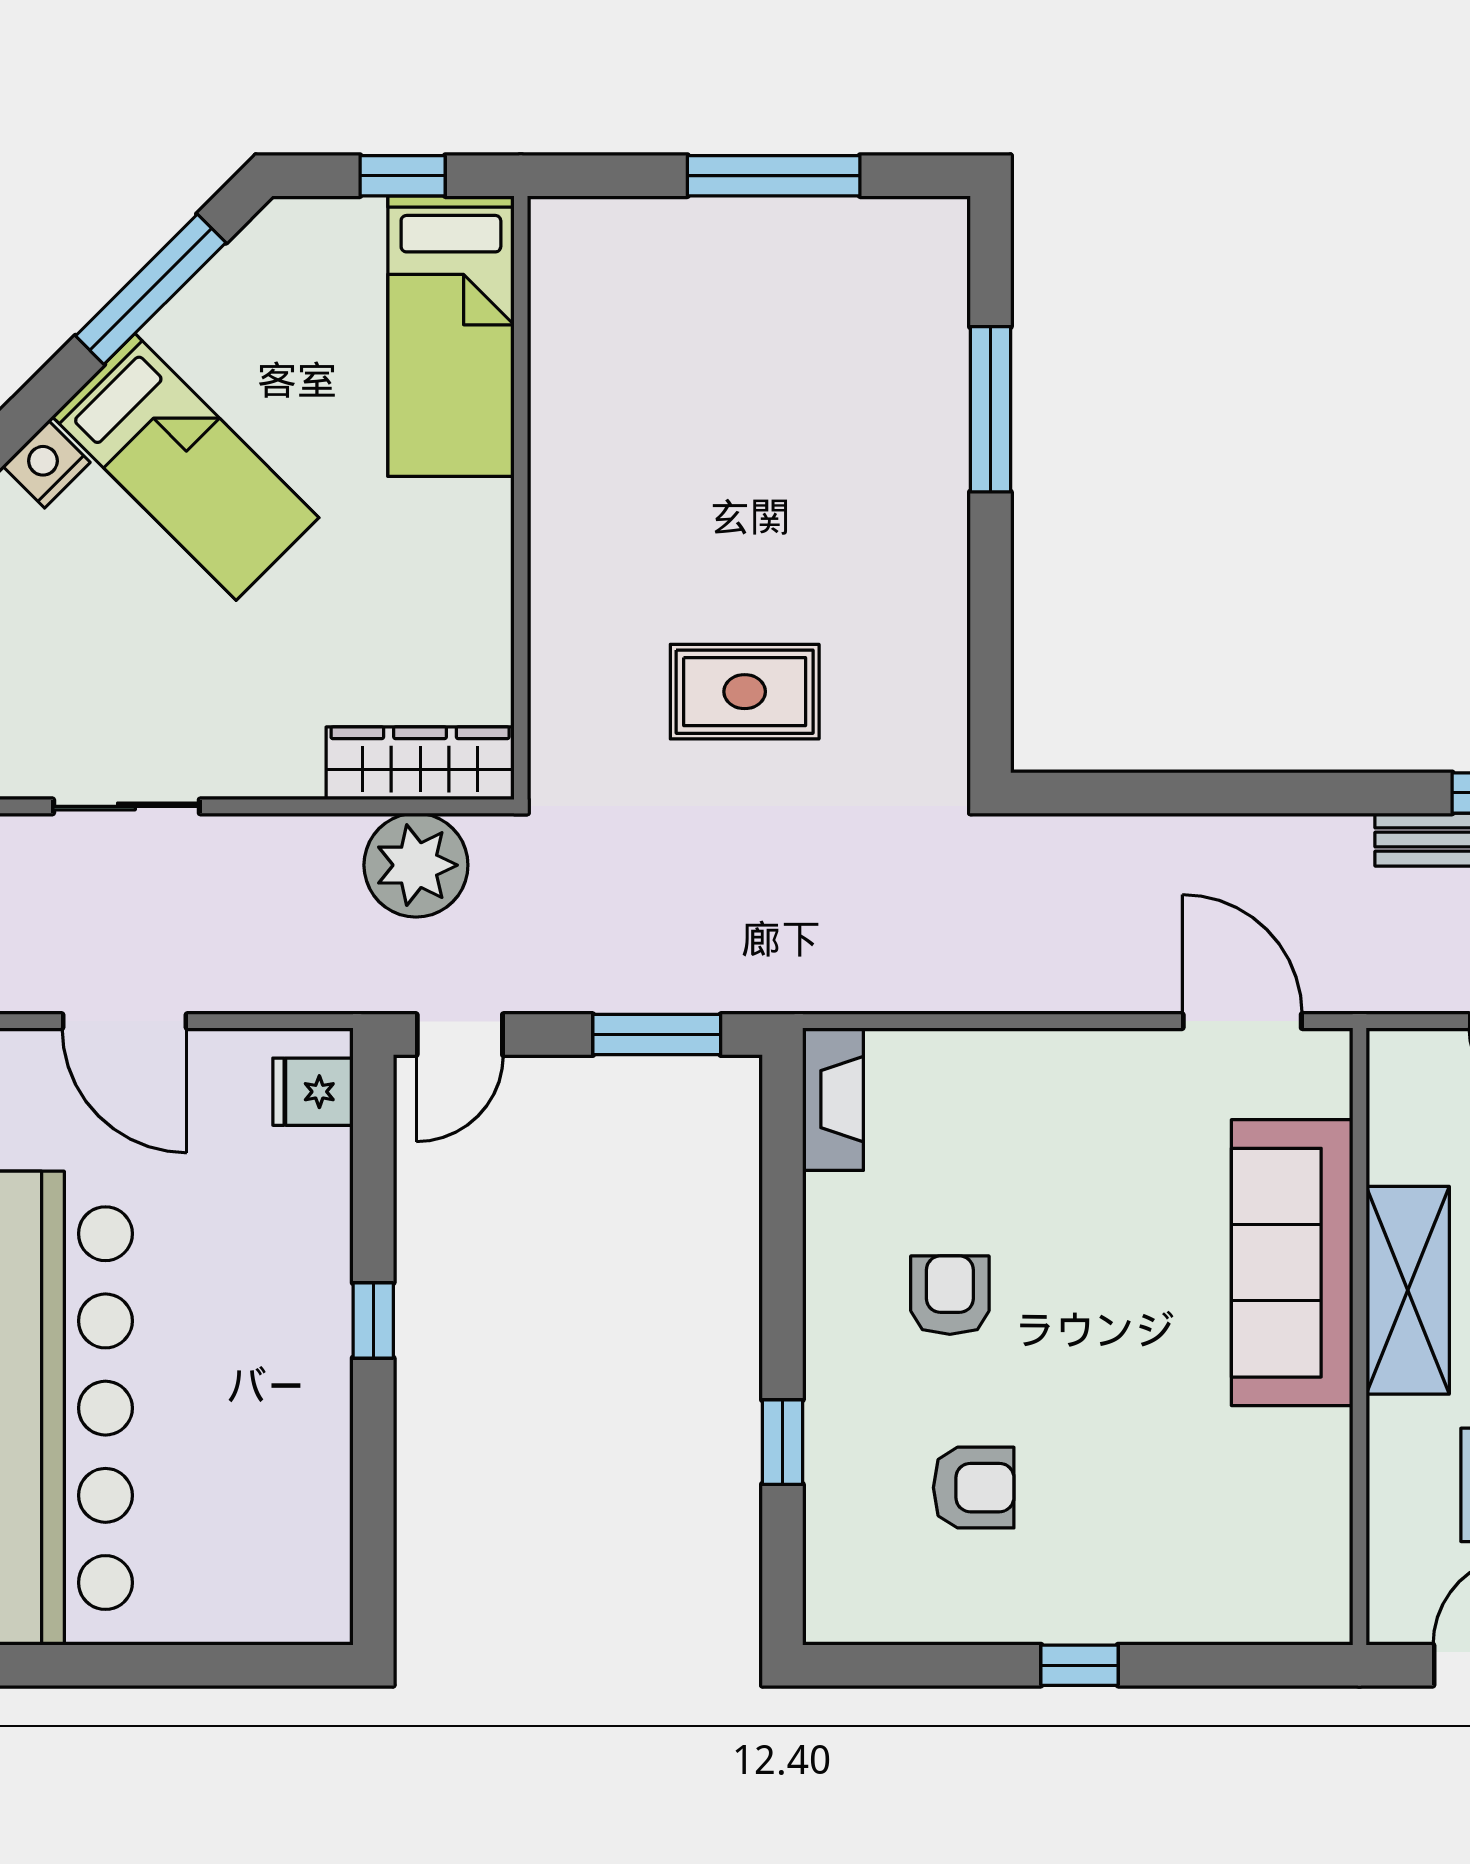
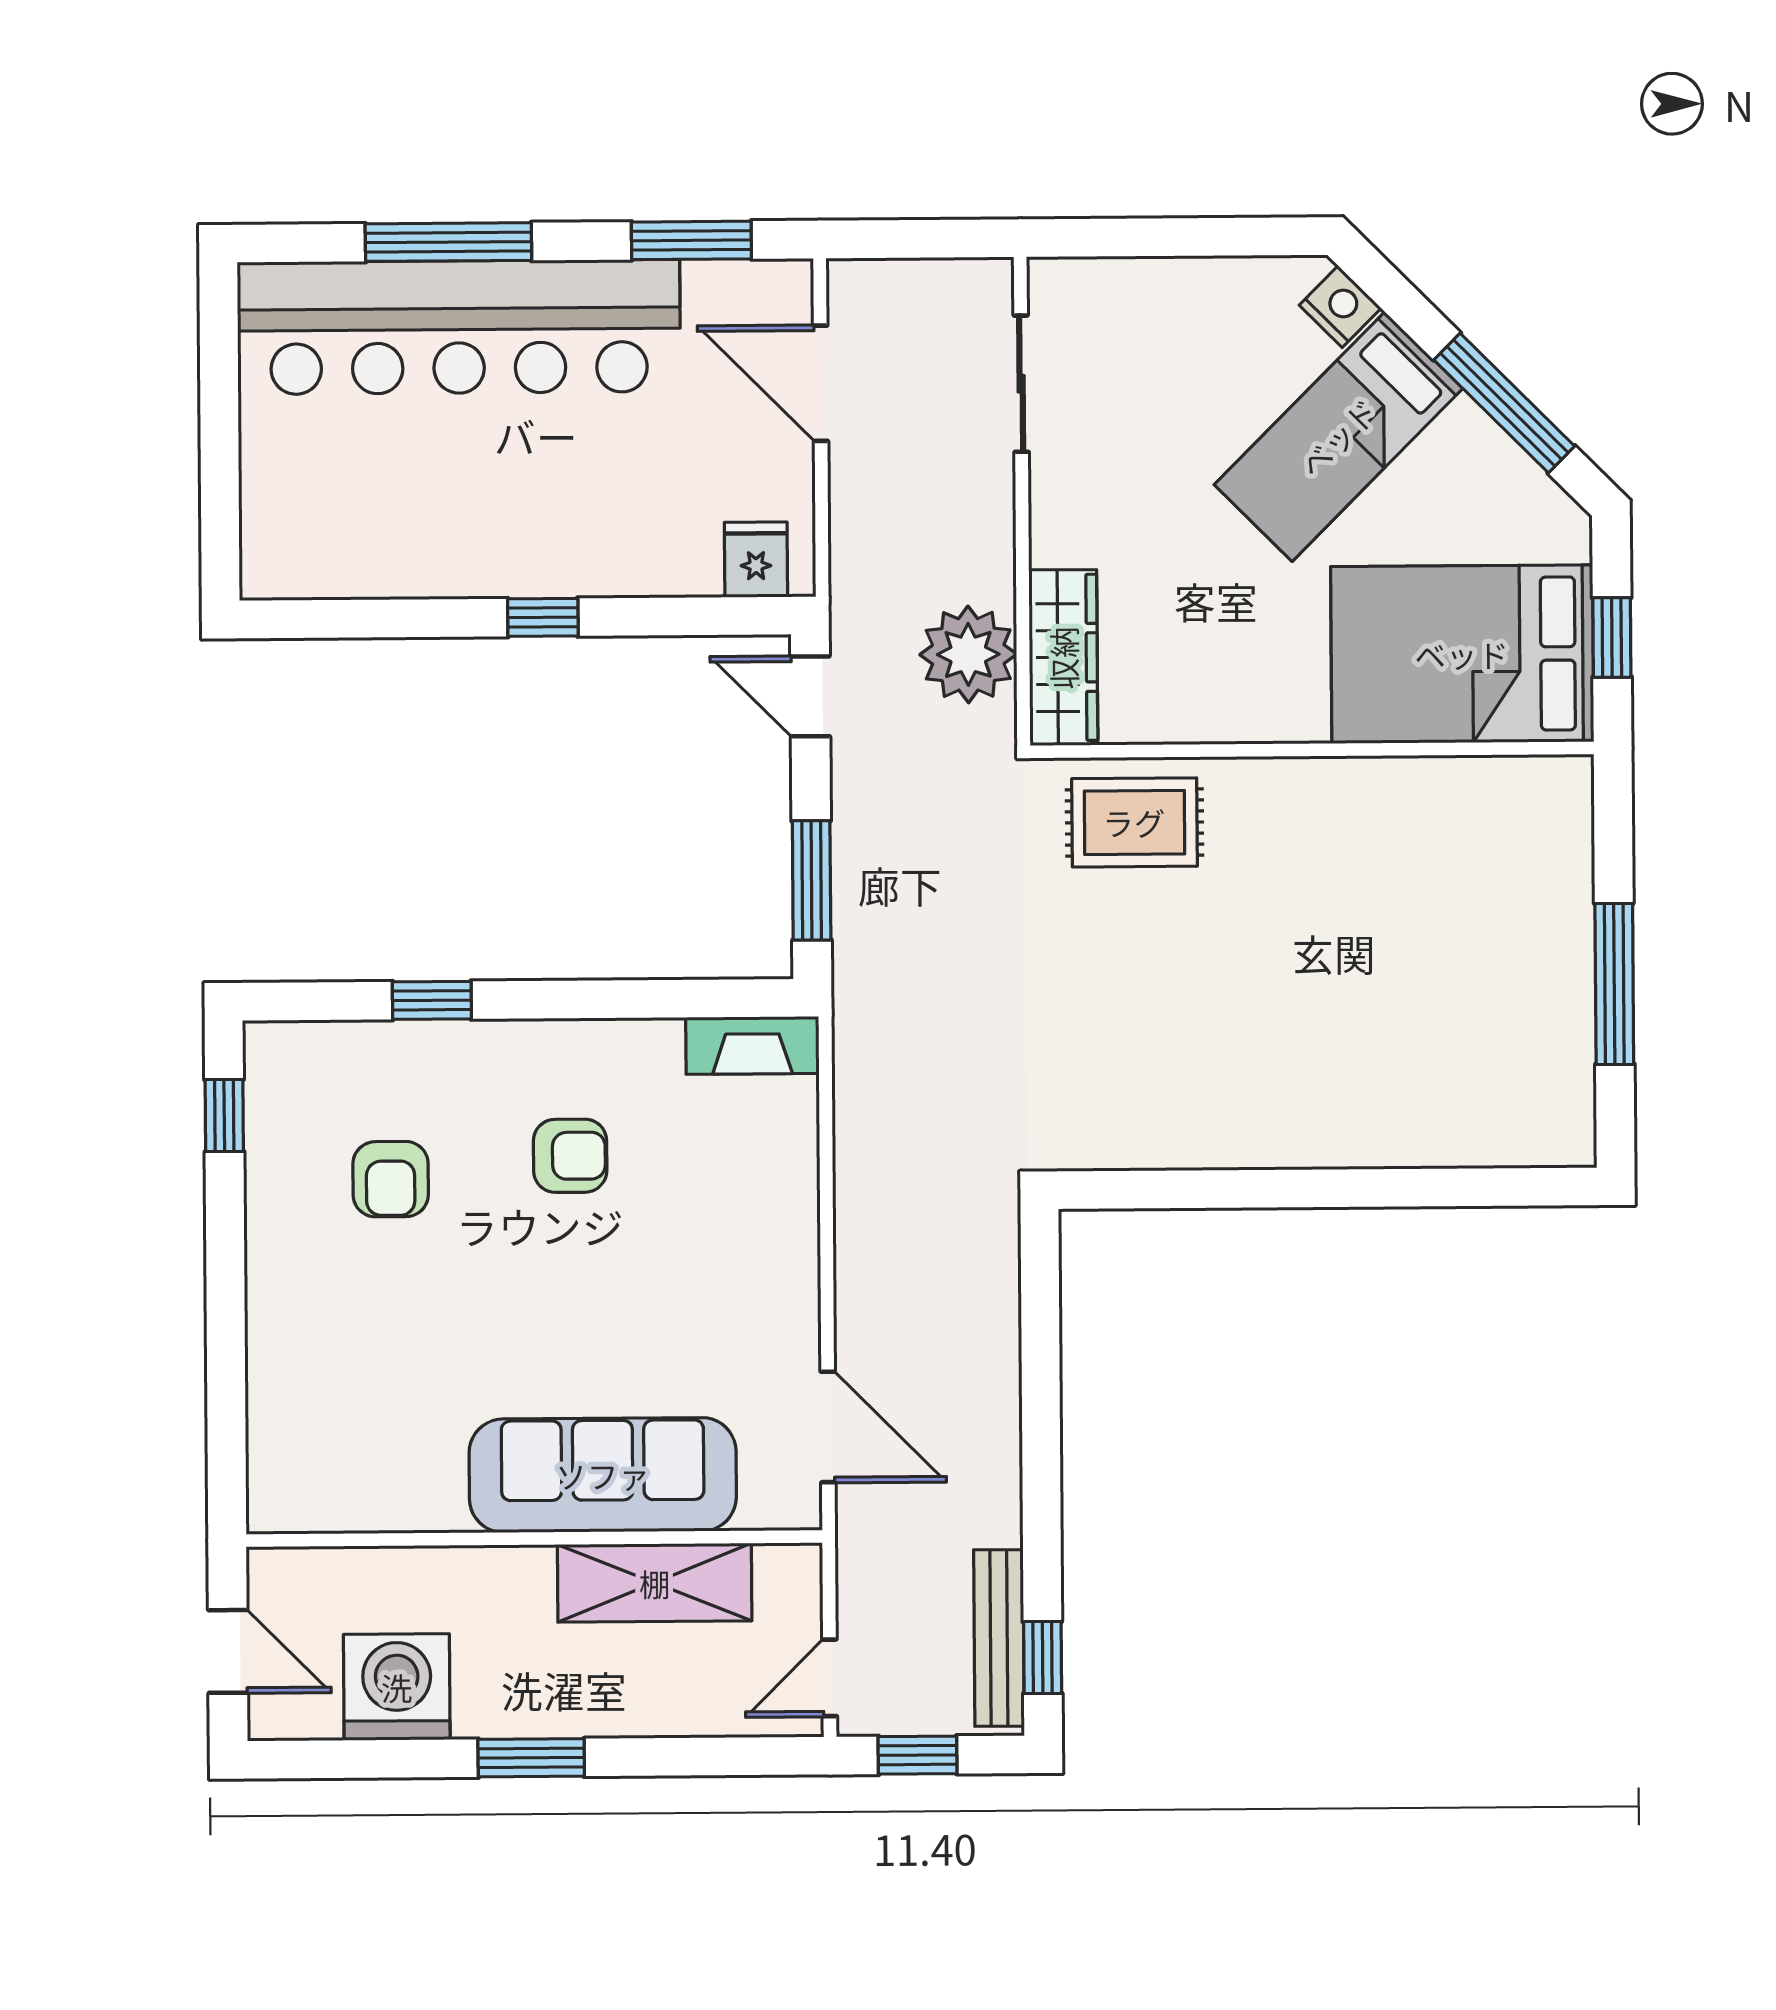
bed: (451, 336) -> (1462, 654), width x1.50
window: (990, 409) -> (1398, 1188), removed
rug: (745, 692) -> (1134, 822), moved, turned 90
door: (125, 1021) -> (821, 383), hinge flipped
door: (1242, 1021) -> (828, 1427), hinge flipped
shelving: (1408, 1290) -> (655, 1583), moved
window: (1079, 1665) -> (224, 1116), moved

